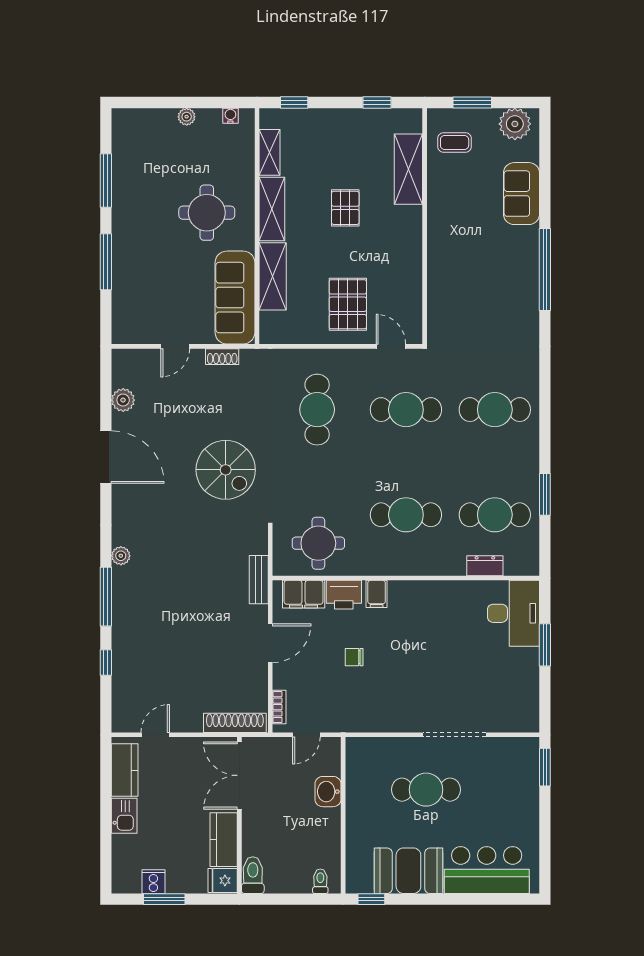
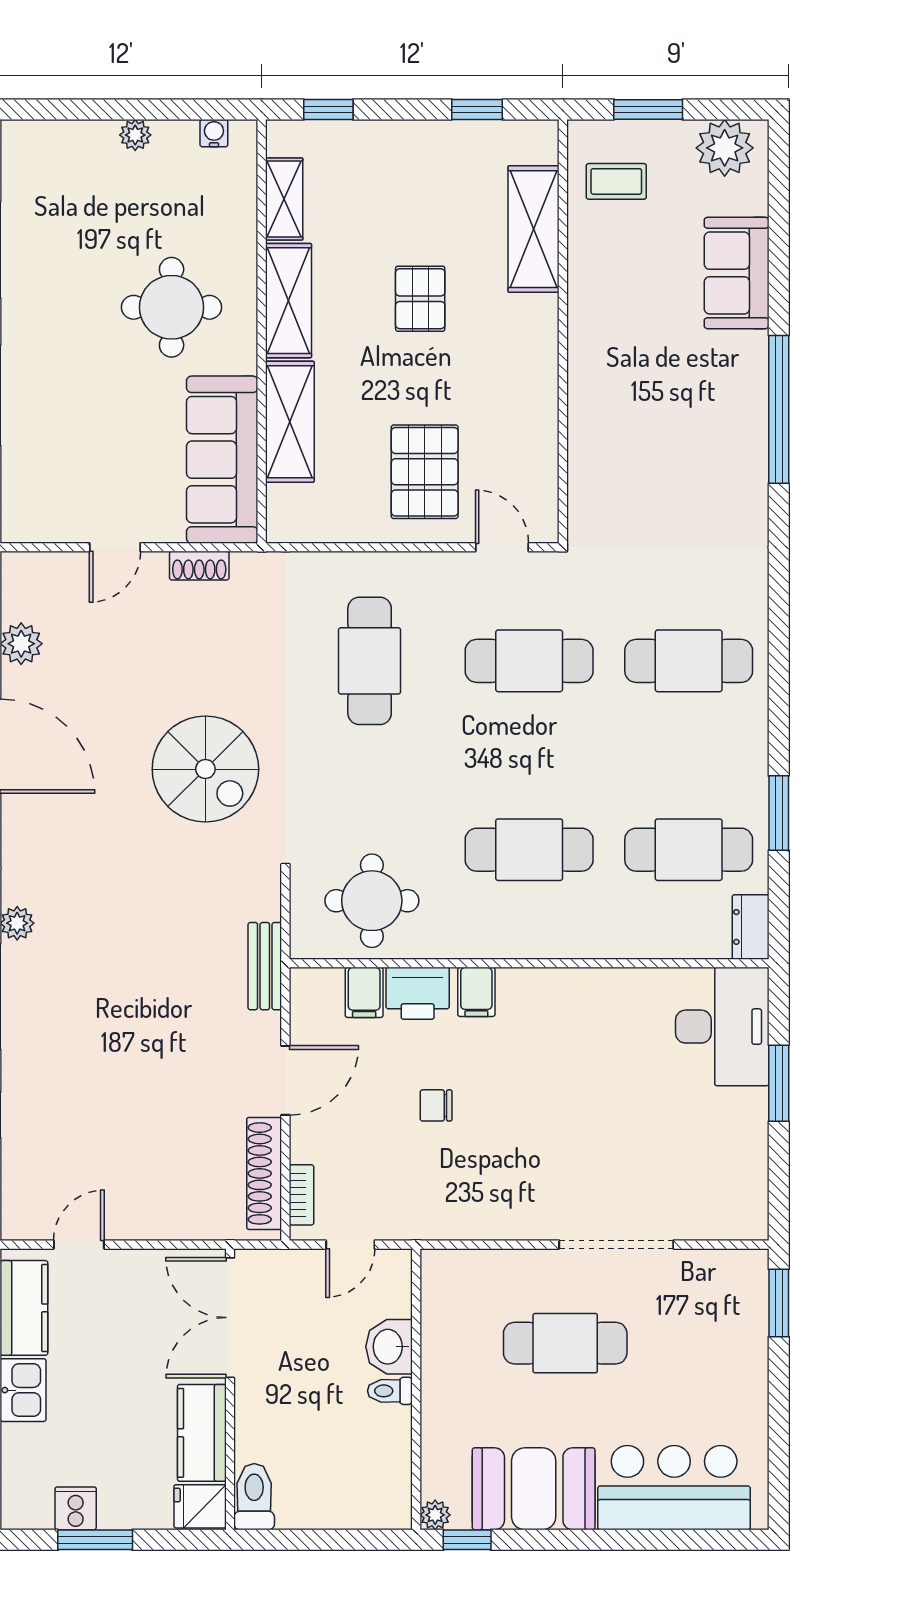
dresser: (485, 566) -> (751, 927), moved, turned -90
filing cabinet: (304, 594) -> (364, 992), width x0.50
shoe rack: (235, 723) -> (264, 1173), moved, turned -90
toilet: (320, 881) -> (390, 1391), moved, turned -90
plant: (354, 885) -> (435, 1515), added

